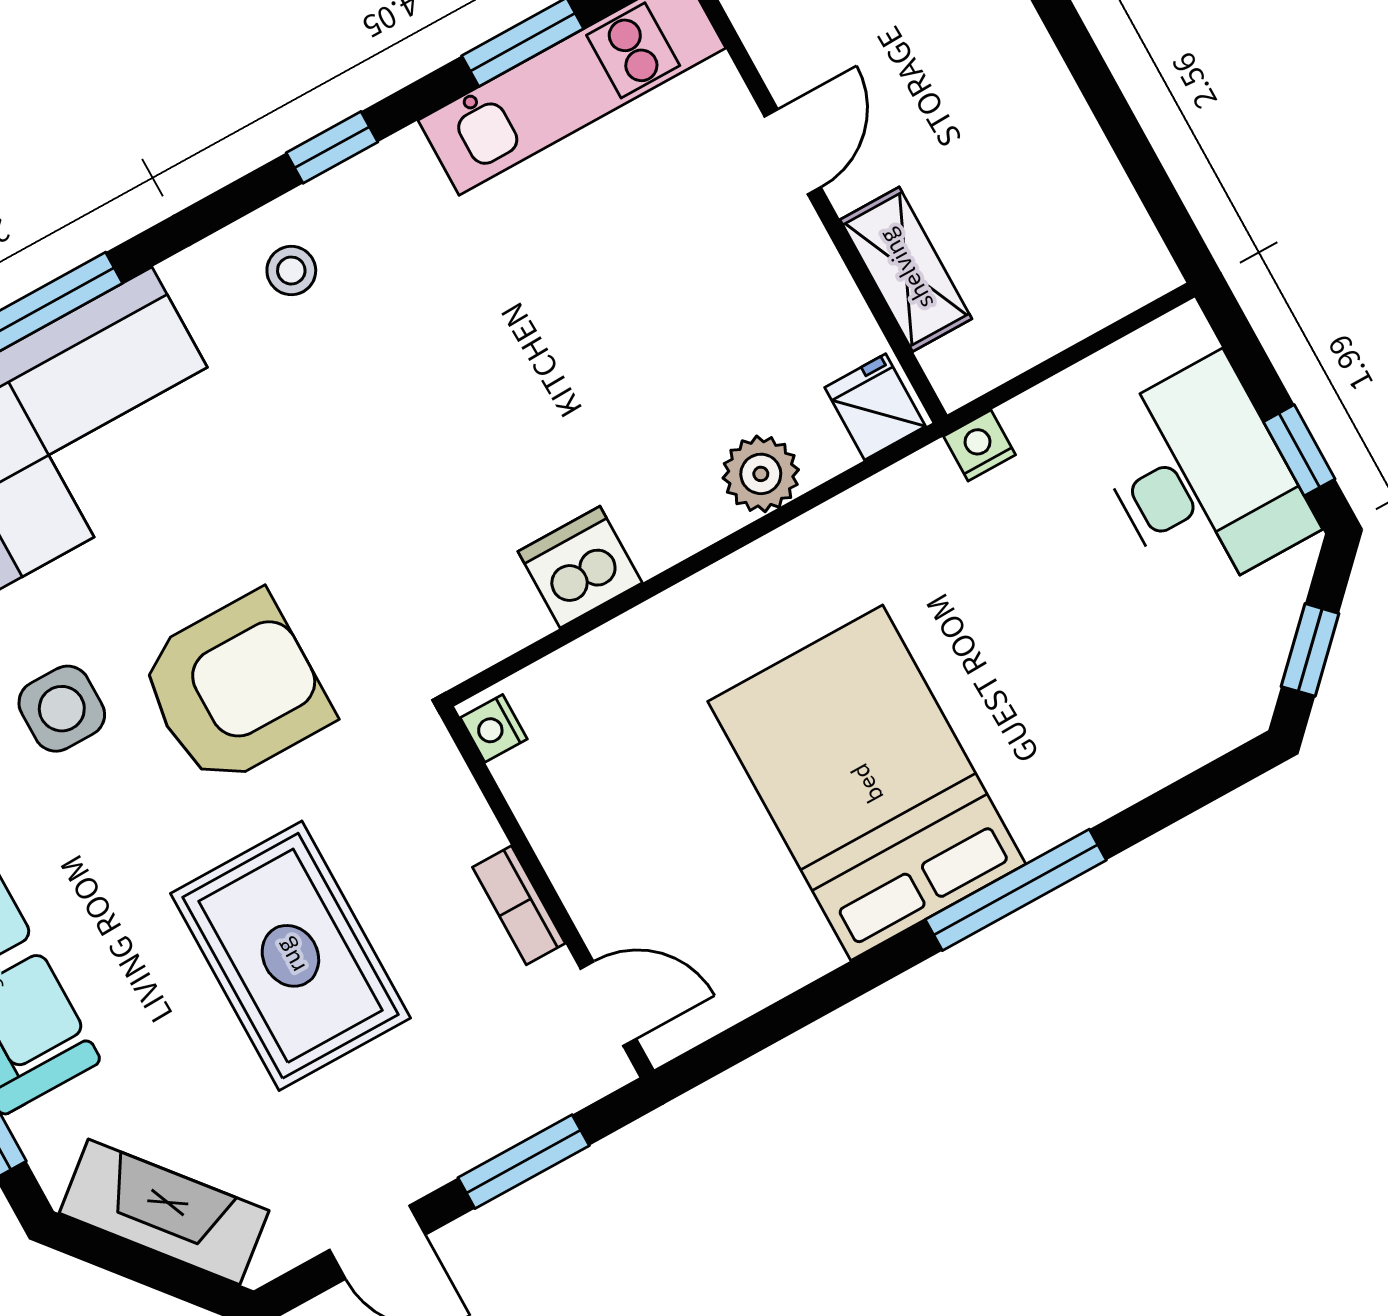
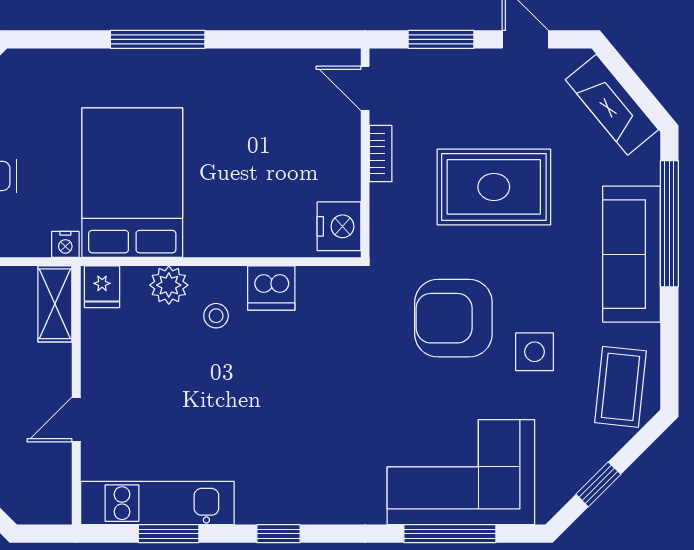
shelving: (906, 269) -> (55, 304), moved
stool: (291, 271) -> (216, 316), moved
nightstand: (494, 728) -> (339, 226), width x1.89, depth x1.79
bed: (867, 783) -> (132, 183), moved, turned 180
rug: (290, 956) -> (494, 187), turned 90

